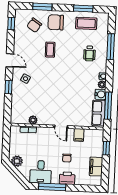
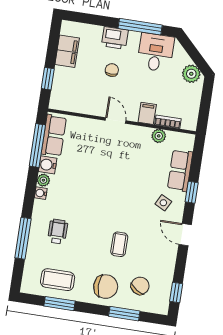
row of seats: (17, 100) -> (180, 170), added
filing cabinet: (79, 135) -> (147, 113), moved

